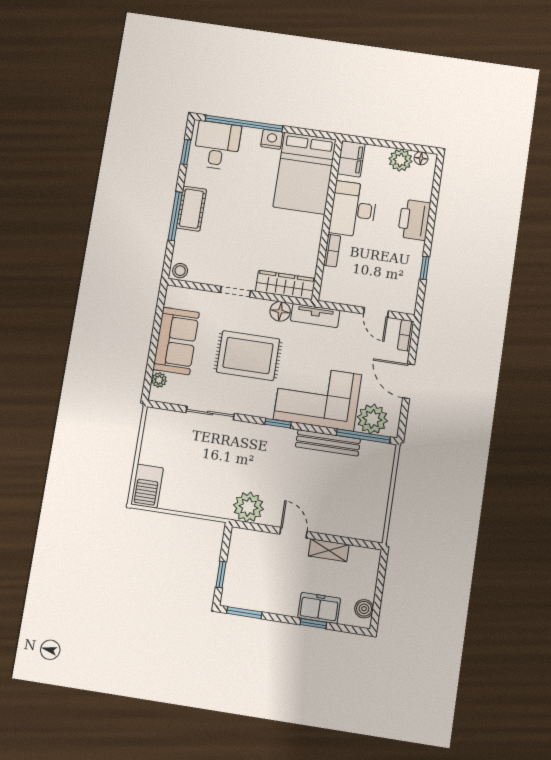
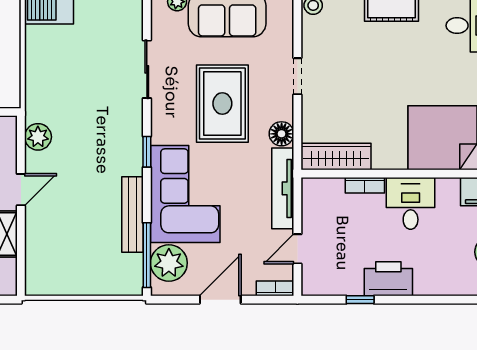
desk: (353, 209) -> (411, 203), width x0.73
printer: (414, 220) -> (388, 279), moved
wardrobe: (285, 285) -> (336, 157), moved, turned -90
tv unit: (315, 316) -> (283, 188), width x1.41
plant: (248, 507) -> (38, 137), width x0.73, depth x0.73

